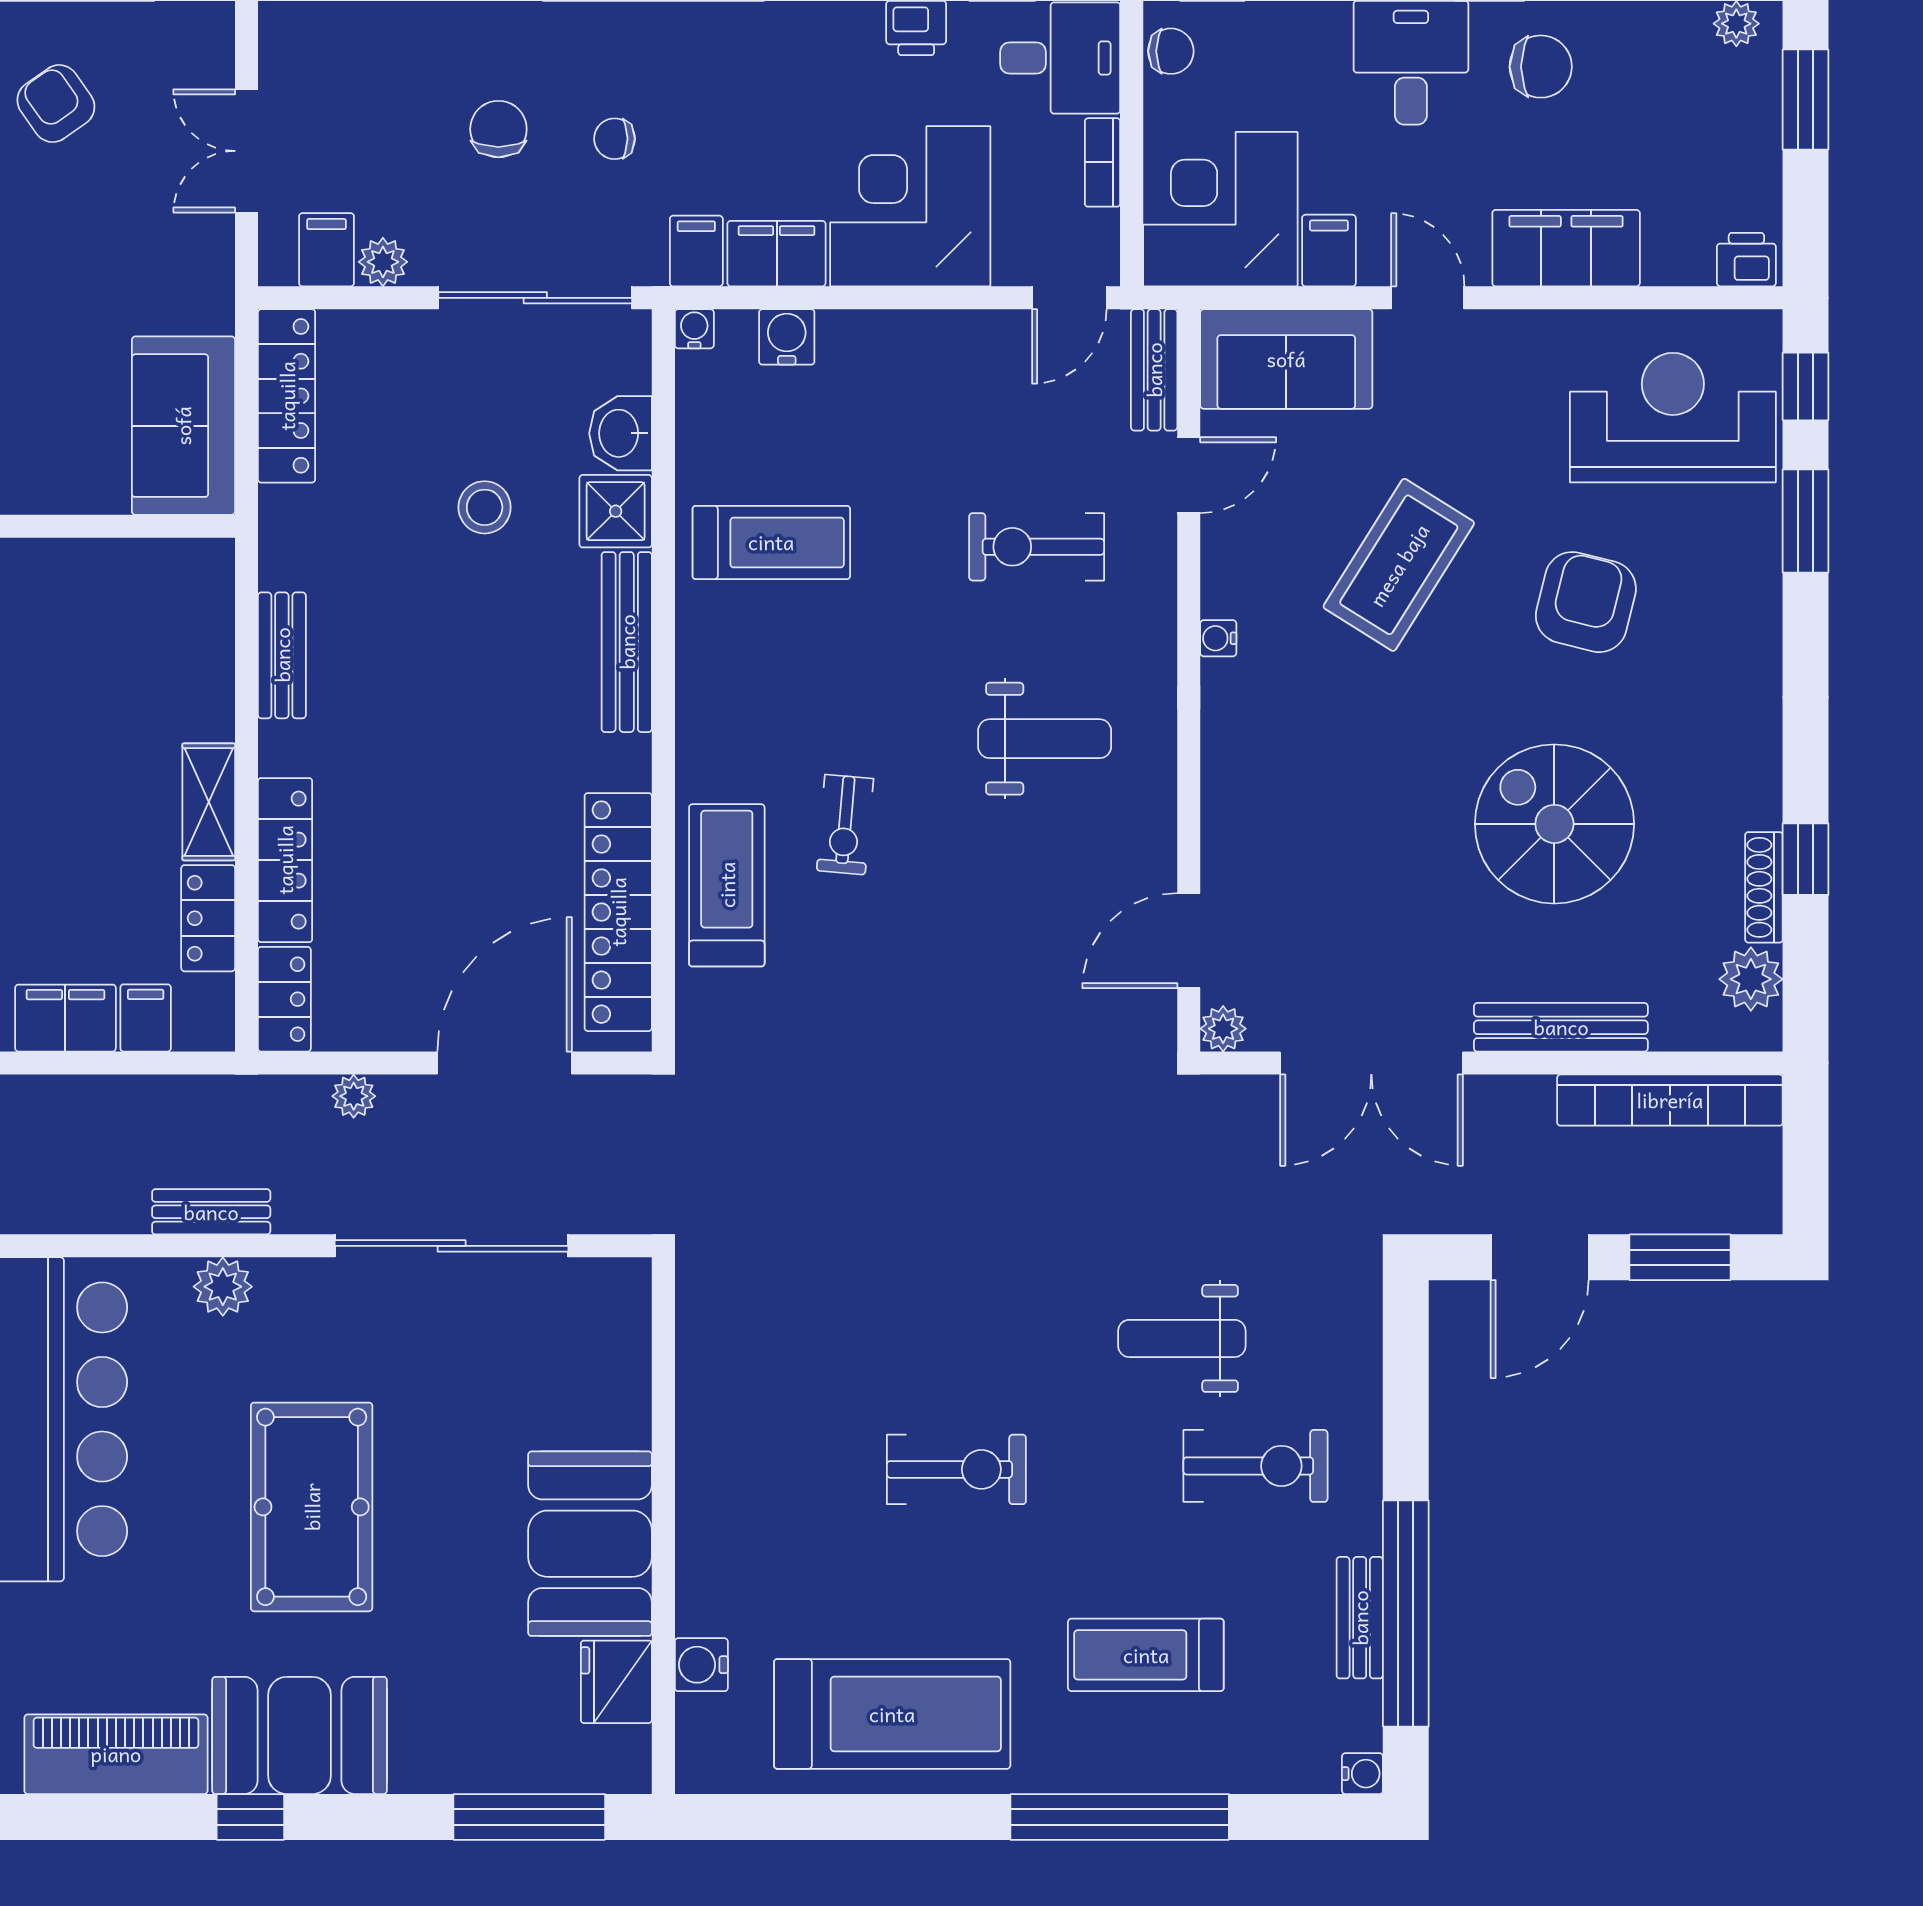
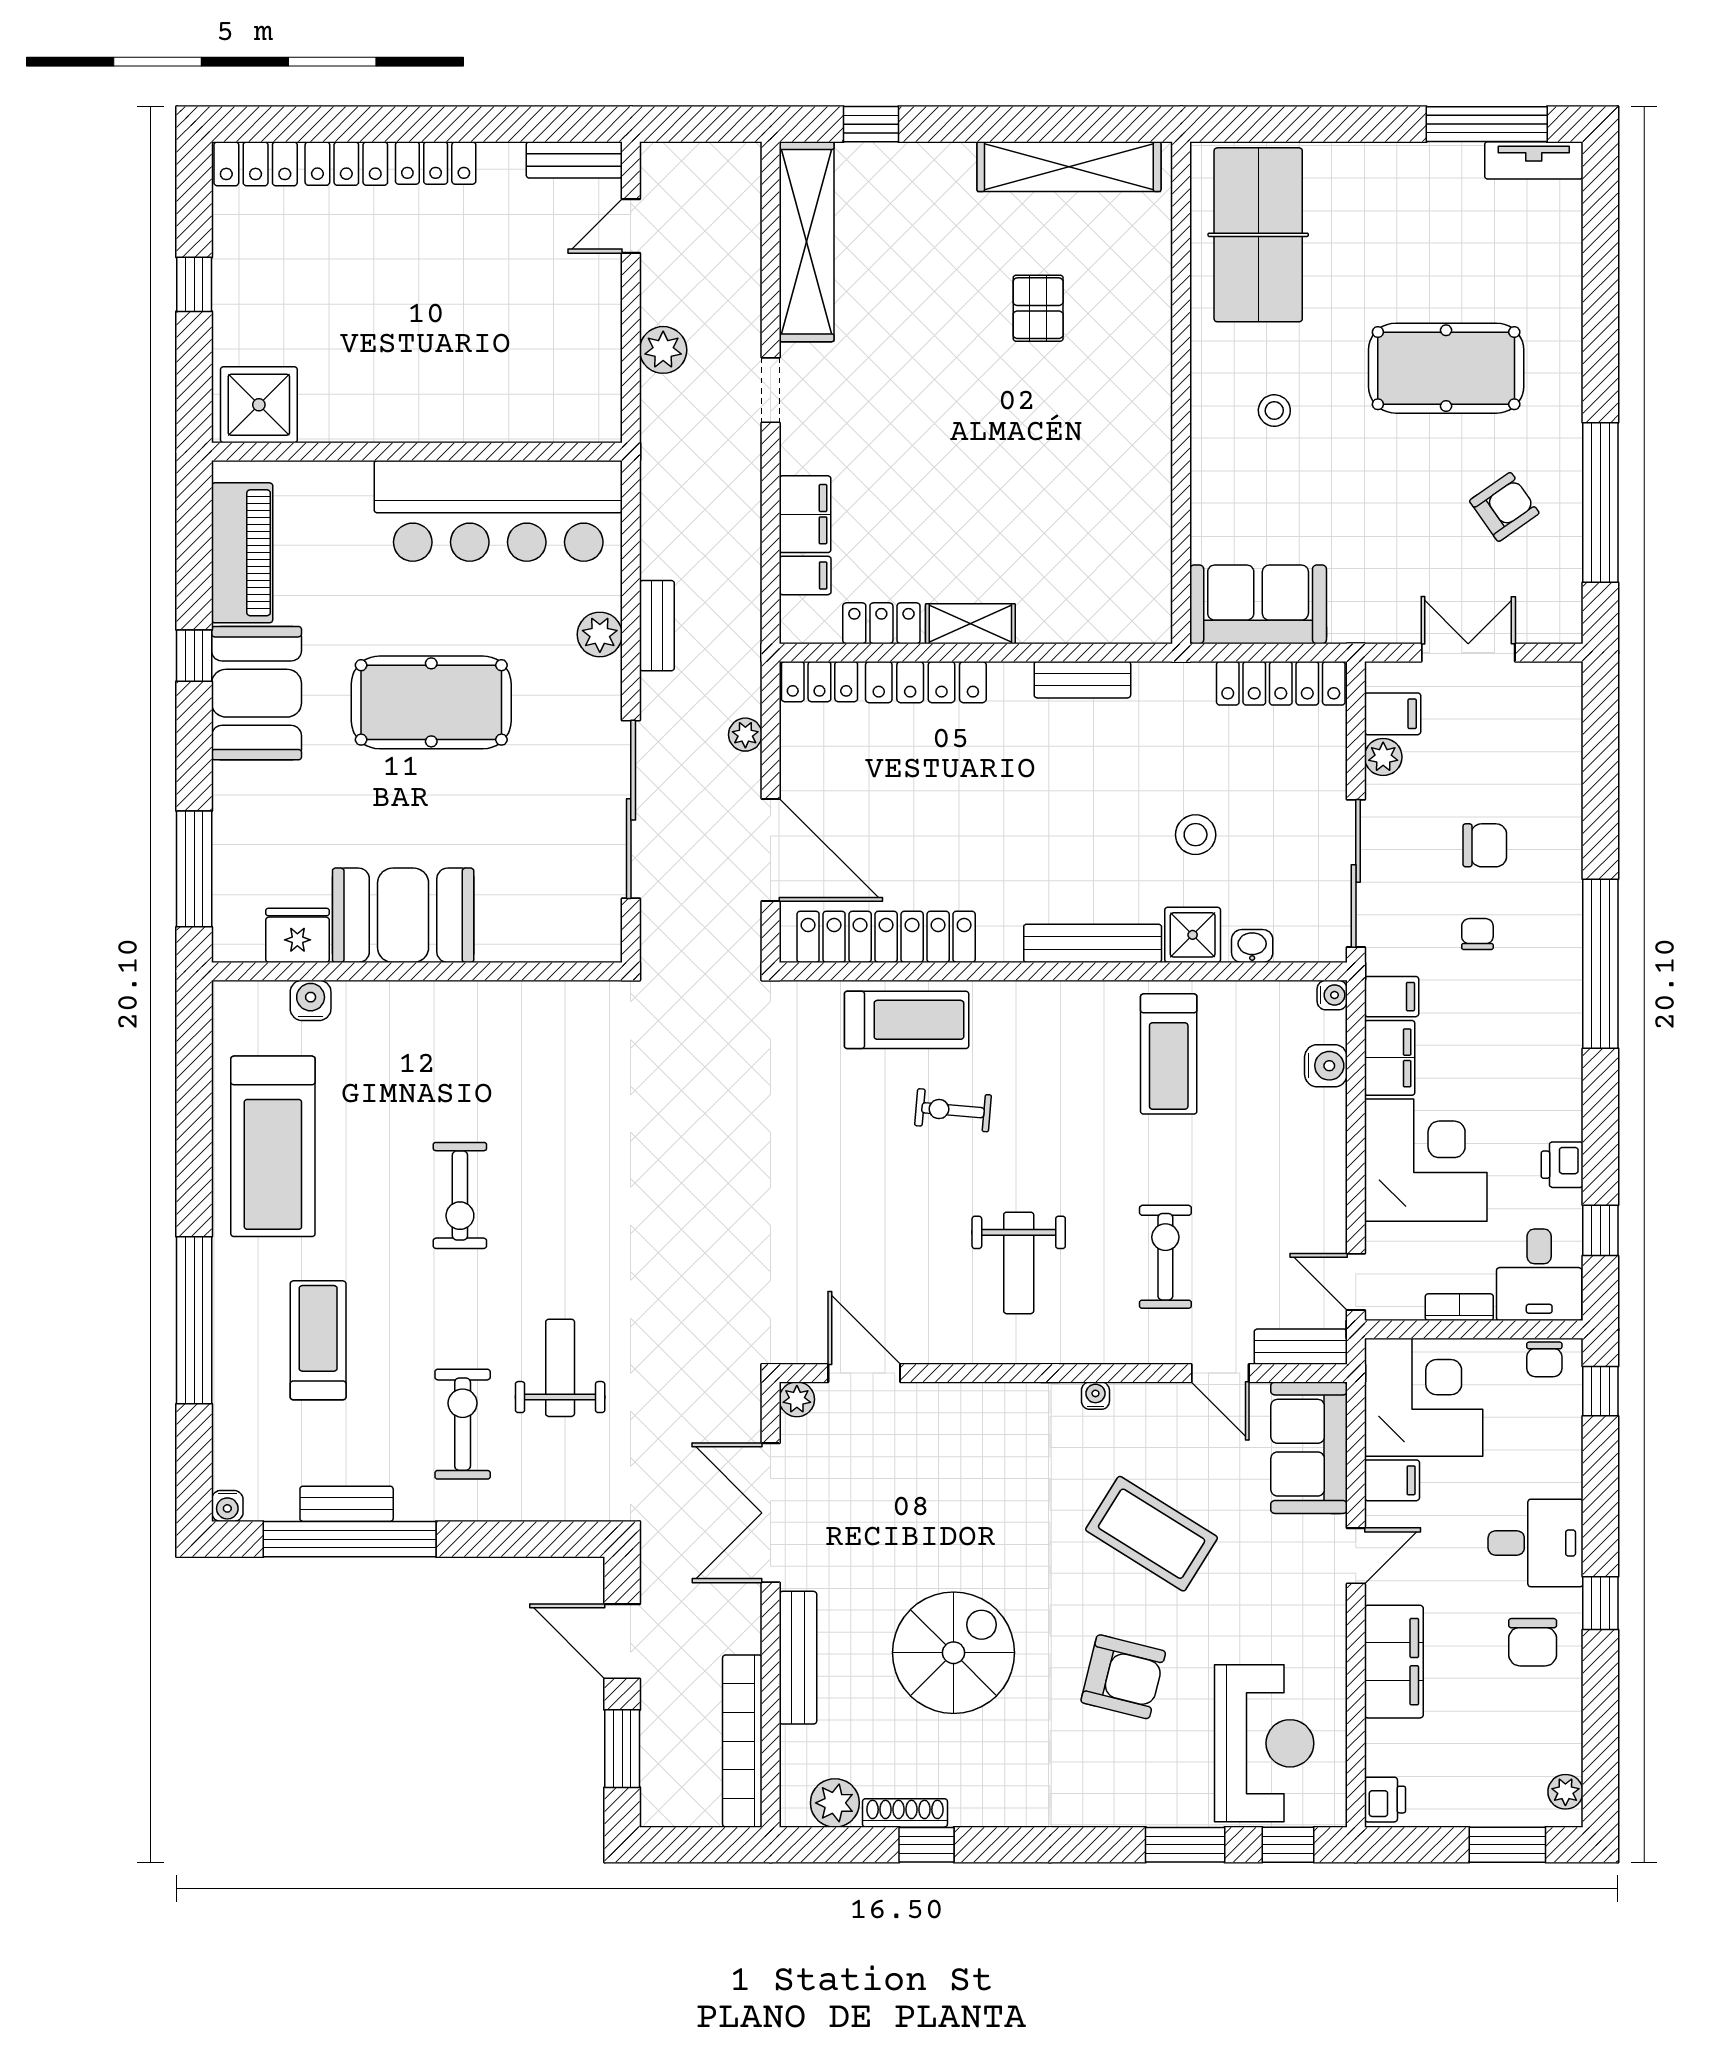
washbasin: (621, 433) -> (1252, 946), width x0.72, depth x0.69
exercise bike: (1255, 1466) -> (463, 1424), turned 180

